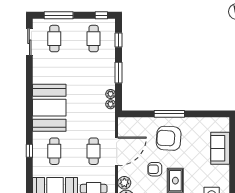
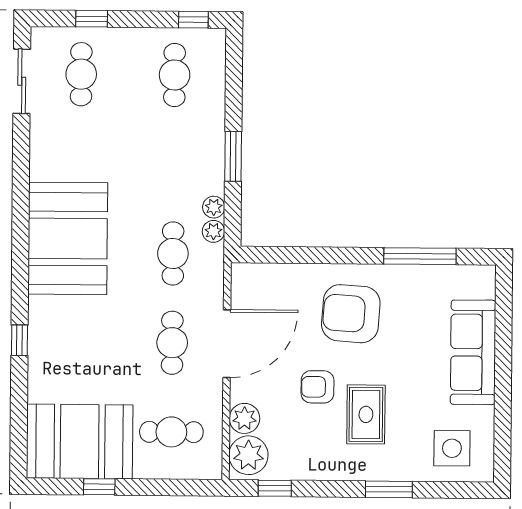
window: (59, 15) -> (92, 19), width x0.46
window: (119, 40) -> (234, 79), removed
window: (169, 114) -> (420, 256), moved
sofa: (220, 148) -> (473, 352), width x1.36
cafe table: (54, 151) -> (173, 253), moved

